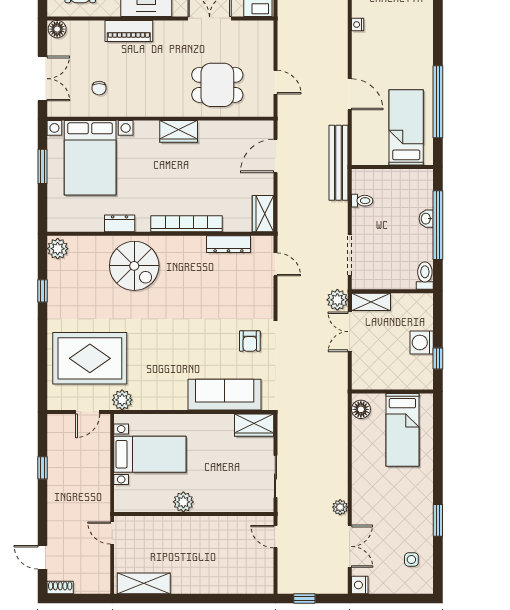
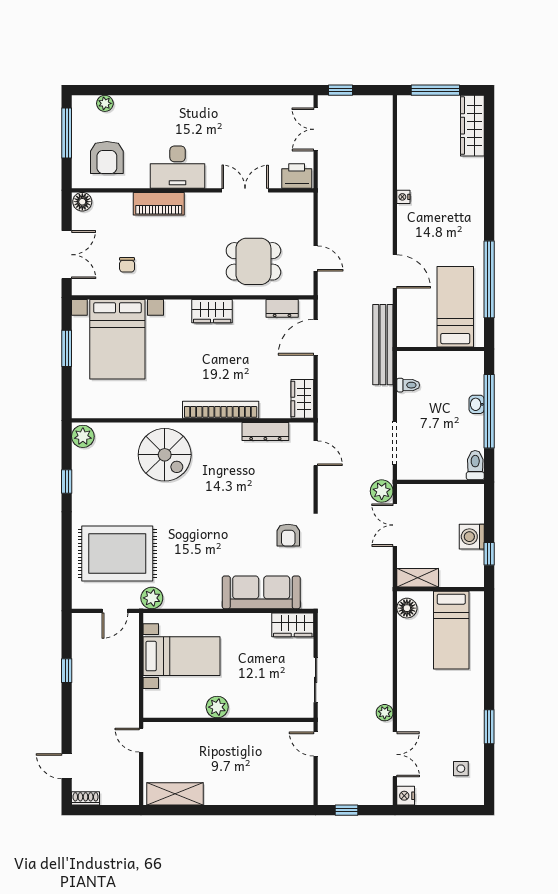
dresser: (120, 223) -> (282, 308), moved, turned 180
shelving: (371, 302) -> (418, 578), moved

